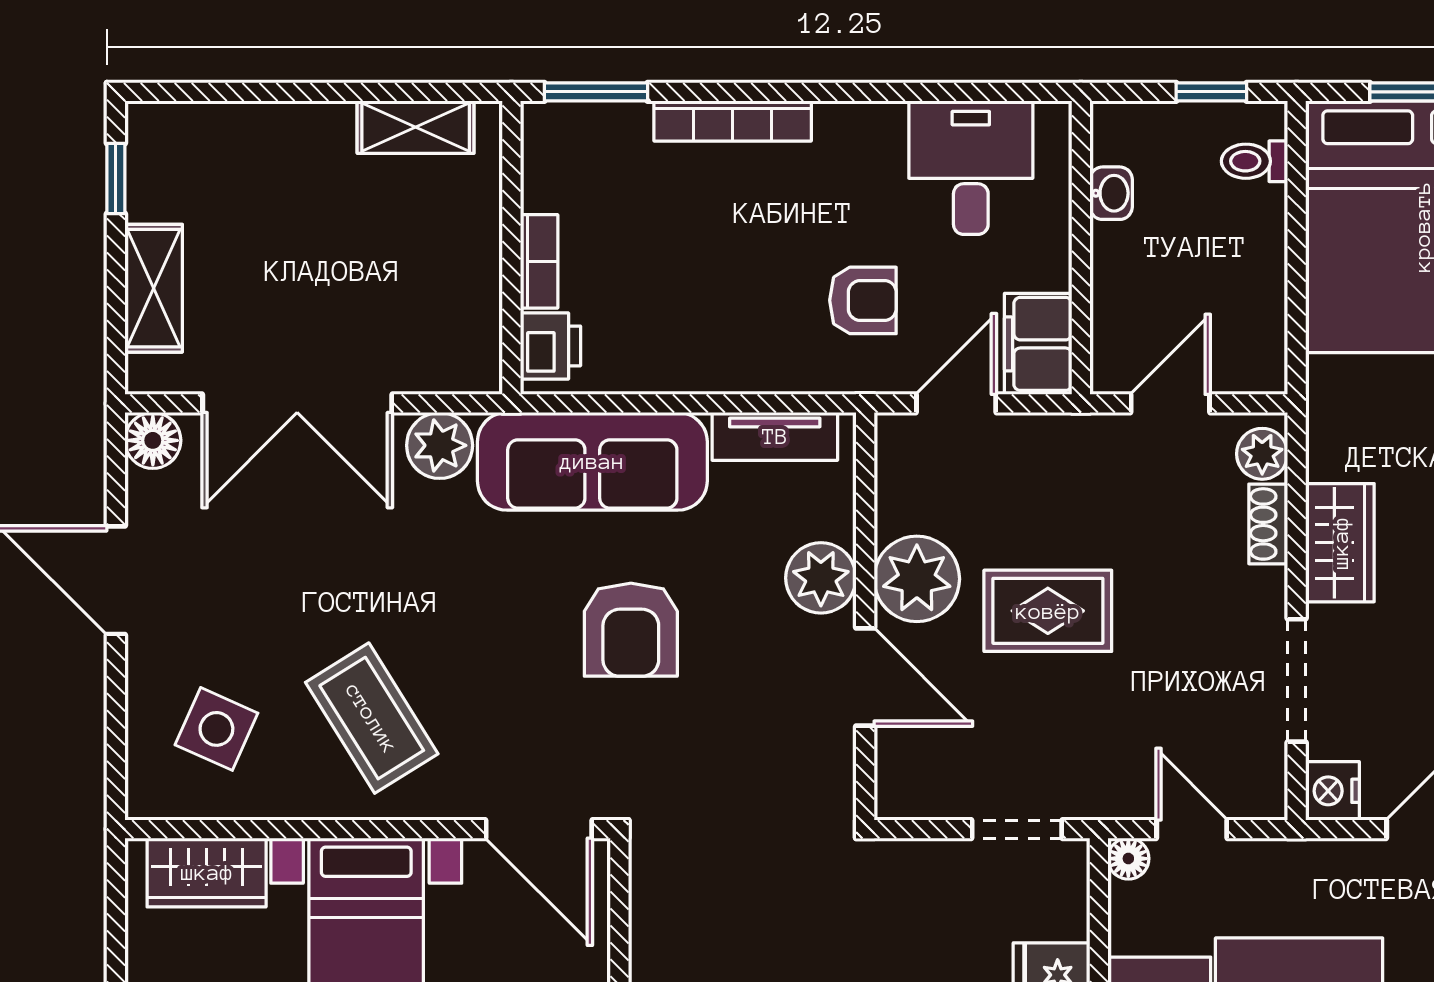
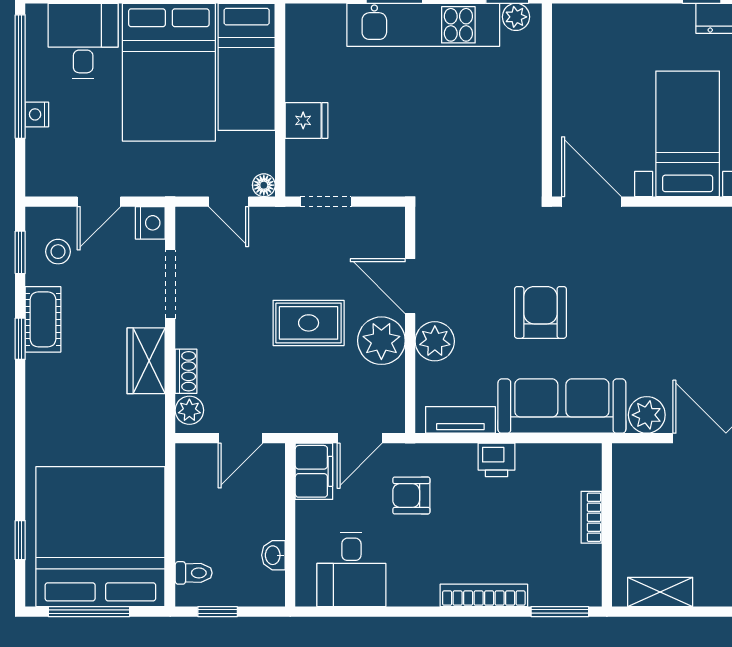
printer: (551, 346) -> (497, 460), moved, turned -90
coffee table: (372, 718) -> (685, 263), removed

